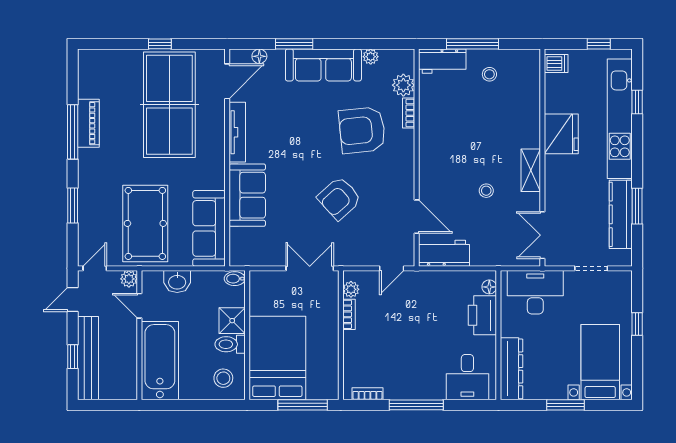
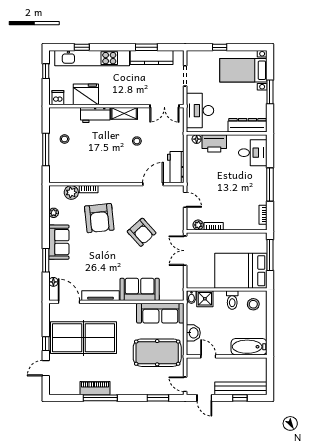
door: (120, 44) -> (46, 368), added
workbench: (442, 61) -> (95, 115), moved, turned 90
sofa: (323, 65) -> (59, 242), width x0.73
fridge: (561, 134) -> (86, 94), moved
window: (73, 205) -> (158, 398), moved
plant: (129, 279) -> (192, 363), removed
door: (139, 306) -> (208, 356), swing flipped
shower: (232, 321) -> (205, 299), moved
bathtub: (160, 361) -> (249, 347), width x0.73, depth x0.73

